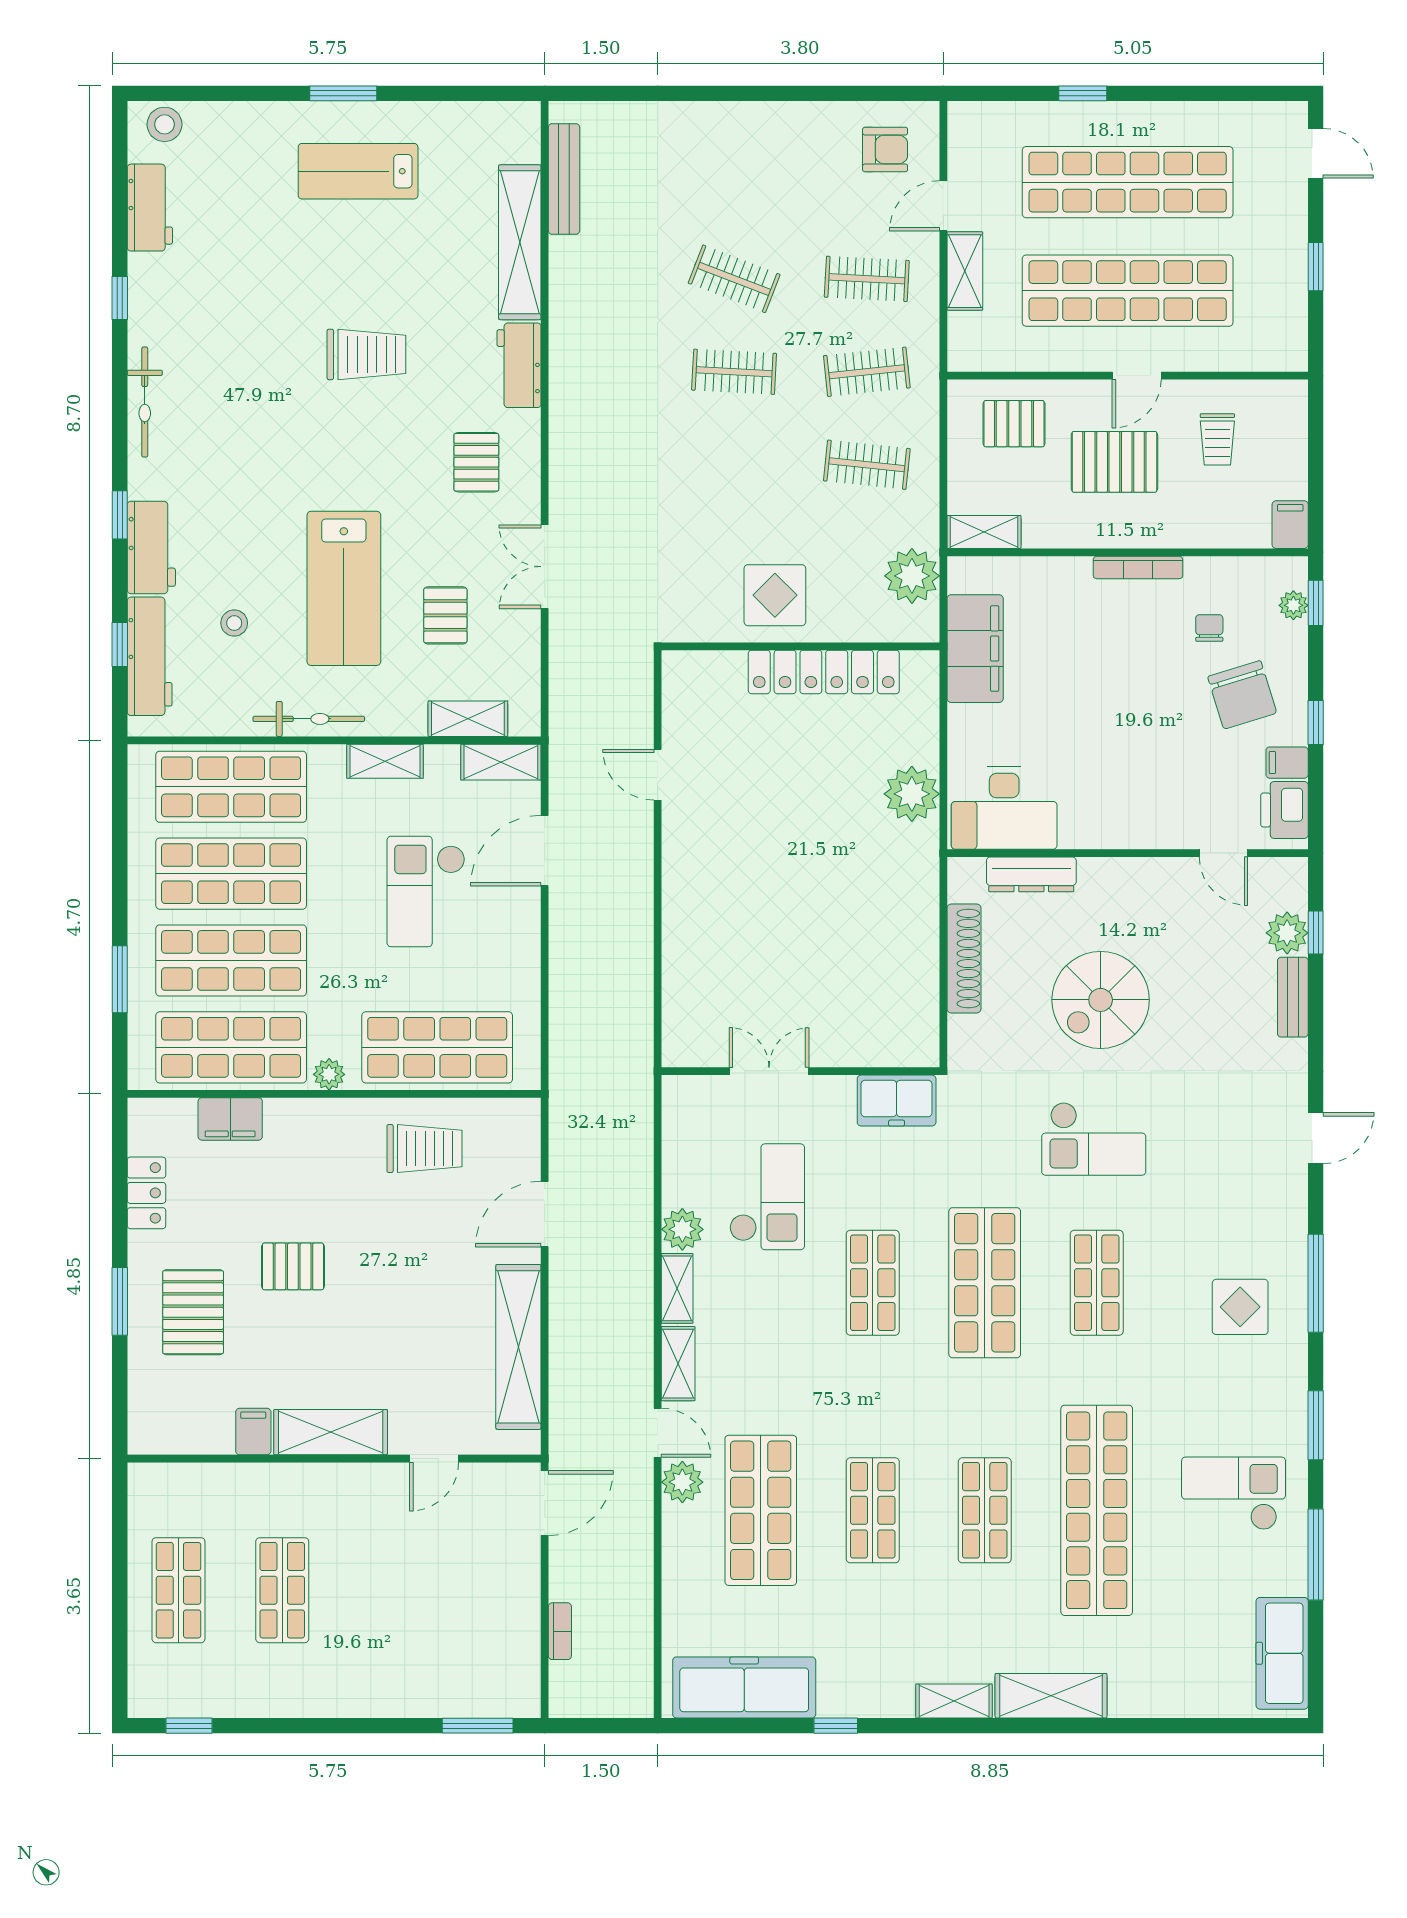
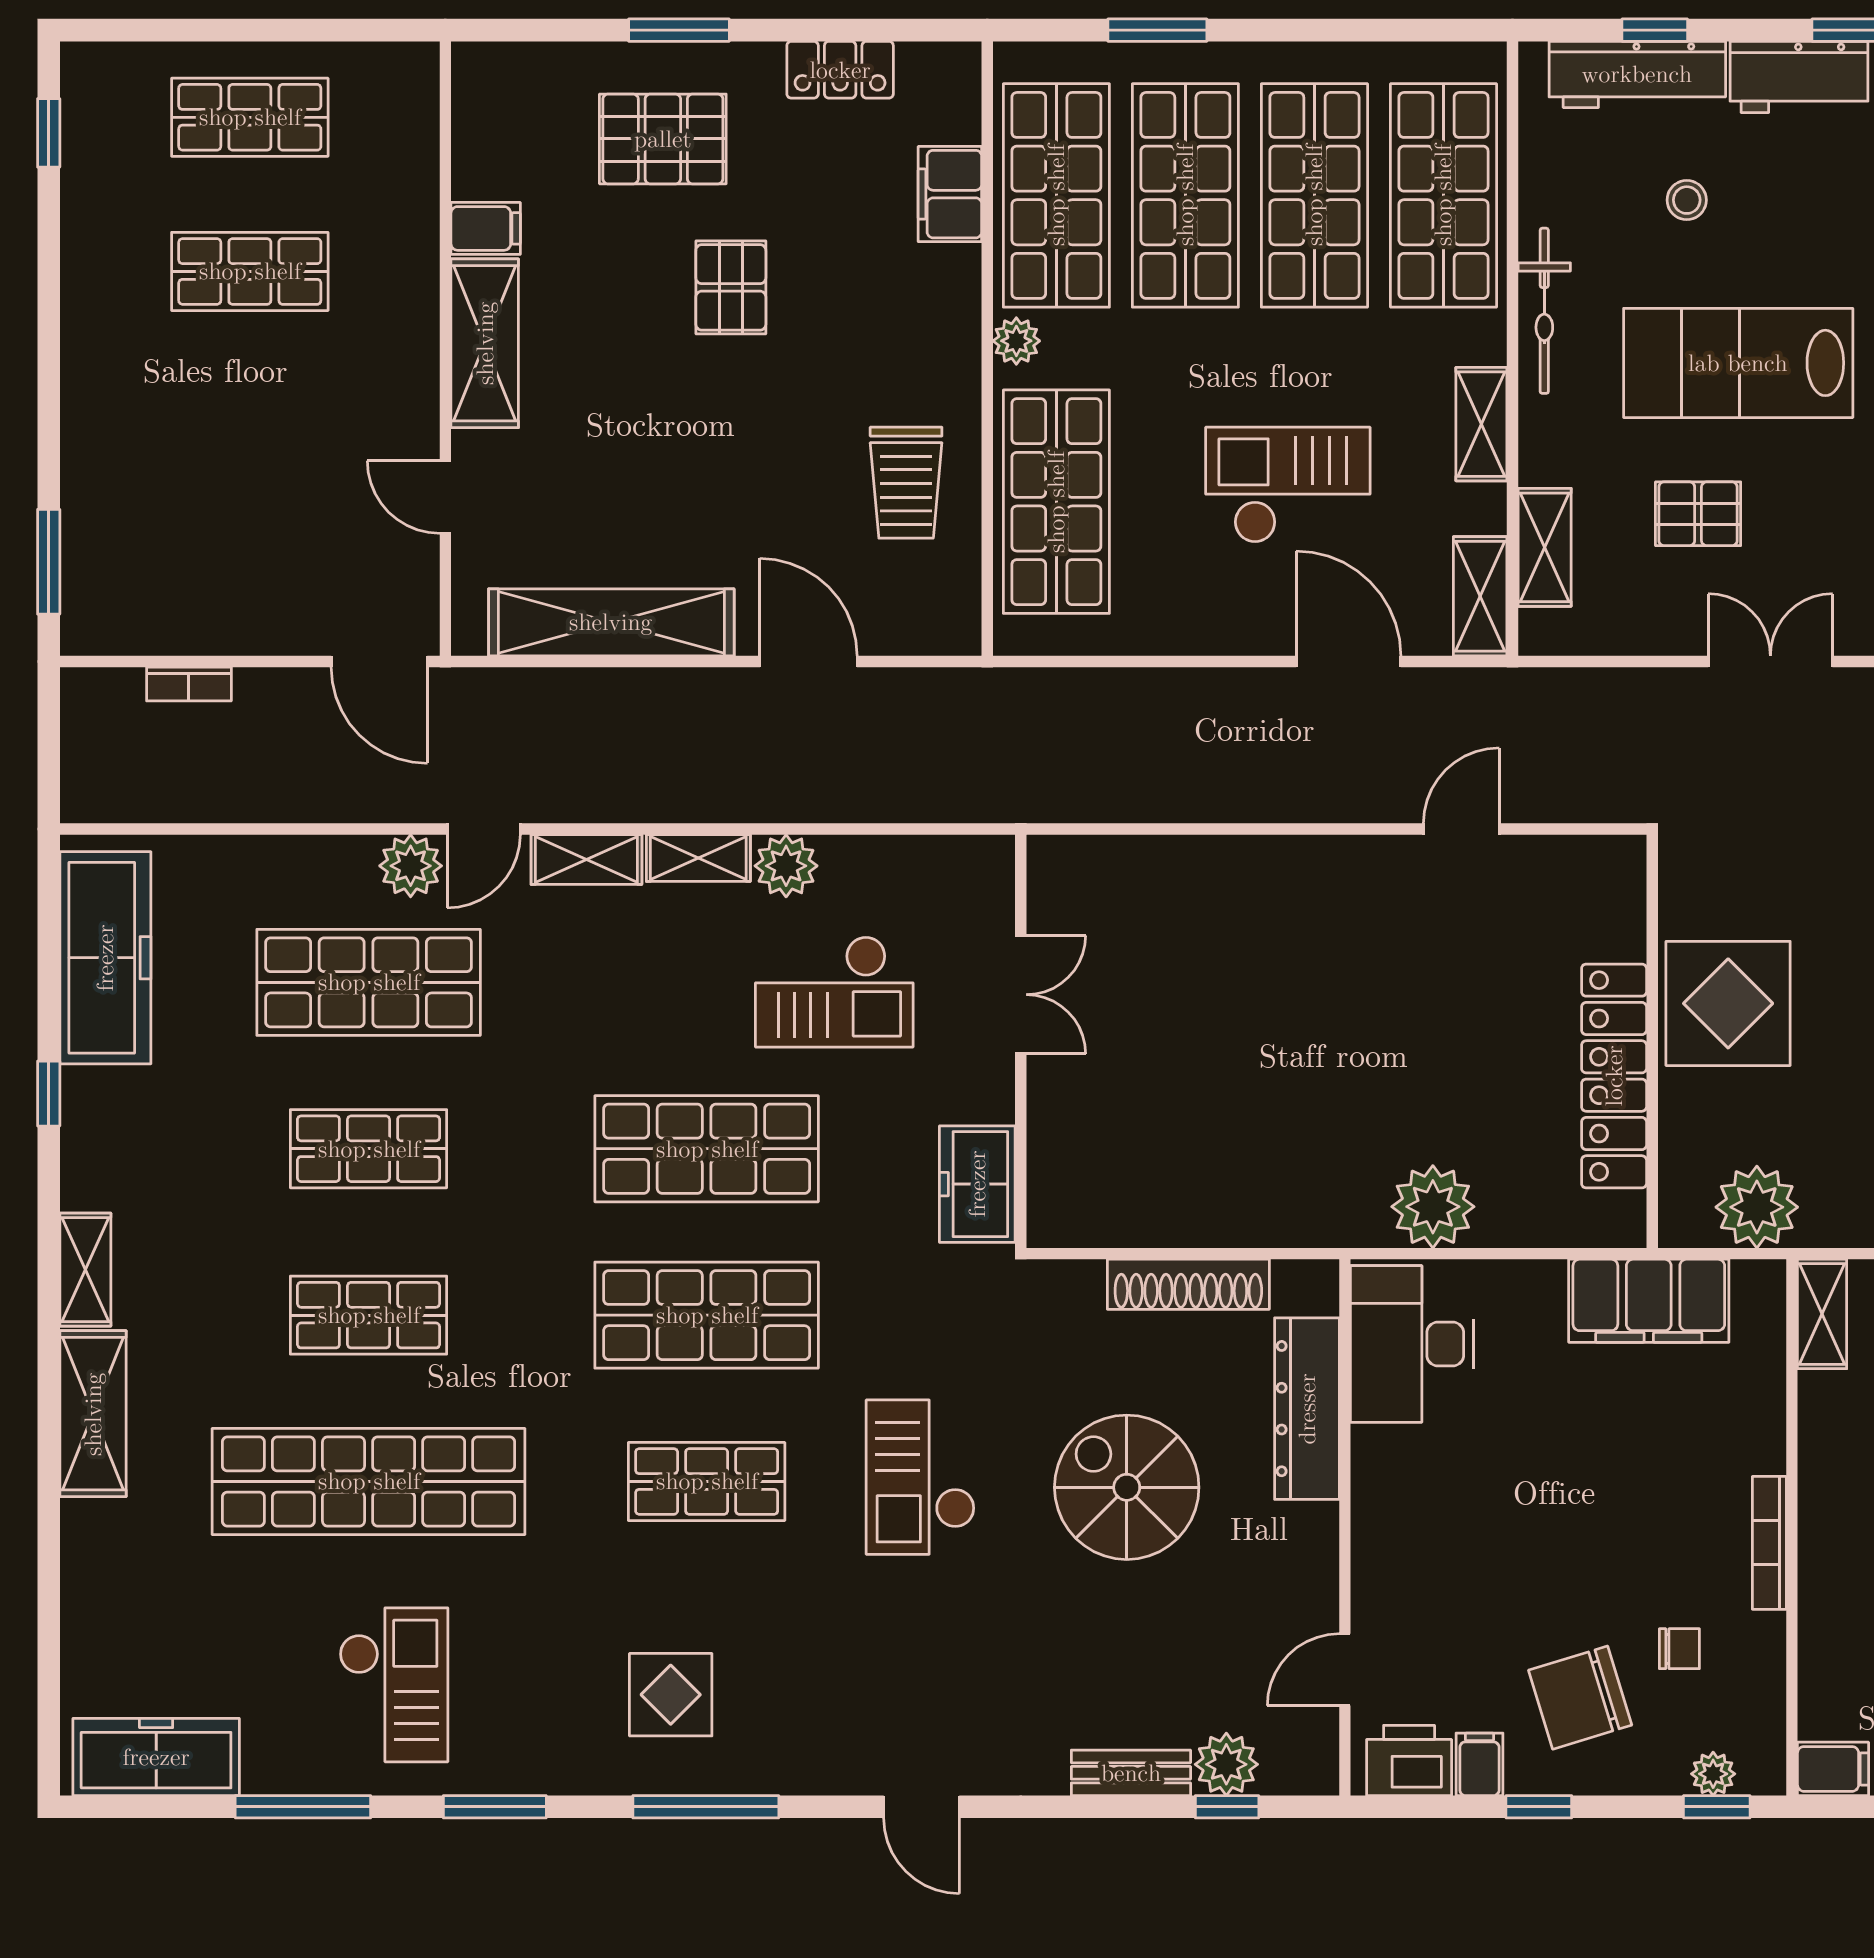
display table: (775, 595) -> (1728, 1003), width x1.36, depth x1.36
dresser: (1031, 874) -> (1307, 1409), width x1.37, depth x1.24
shop shelf: (873, 1283) -> (707, 1149), width x1.43, depth x1.36

